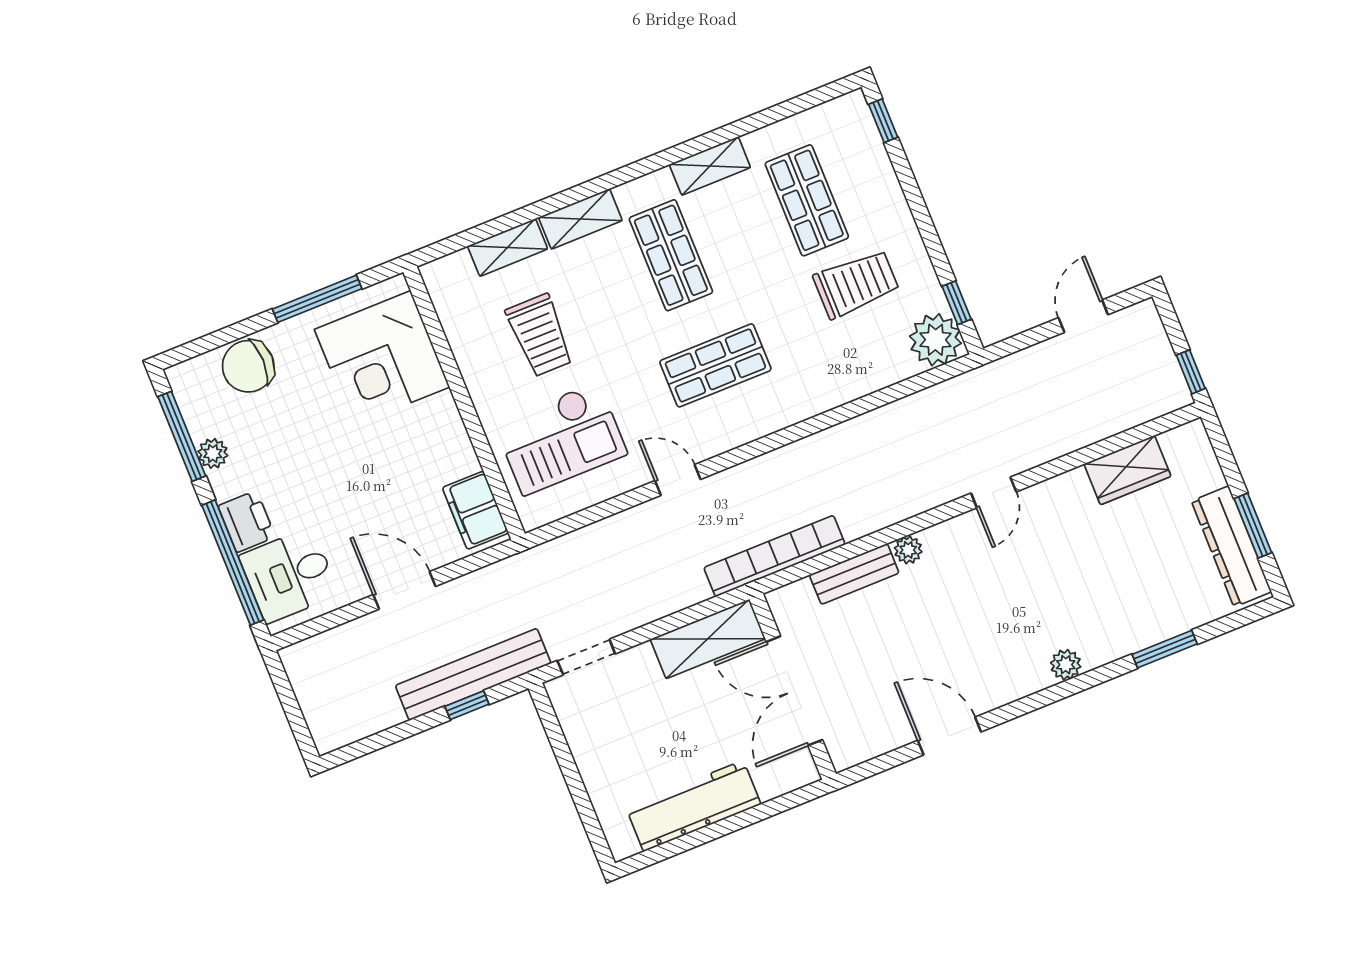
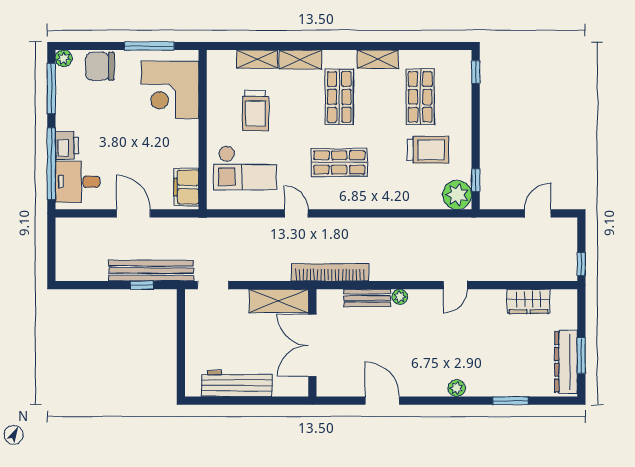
plant: (213, 454) -> (64, 58), moved

